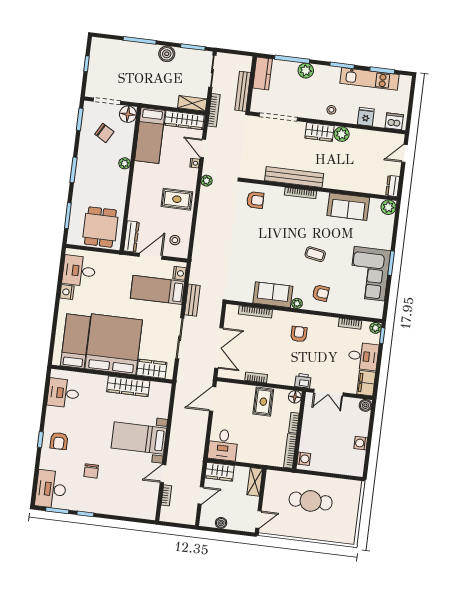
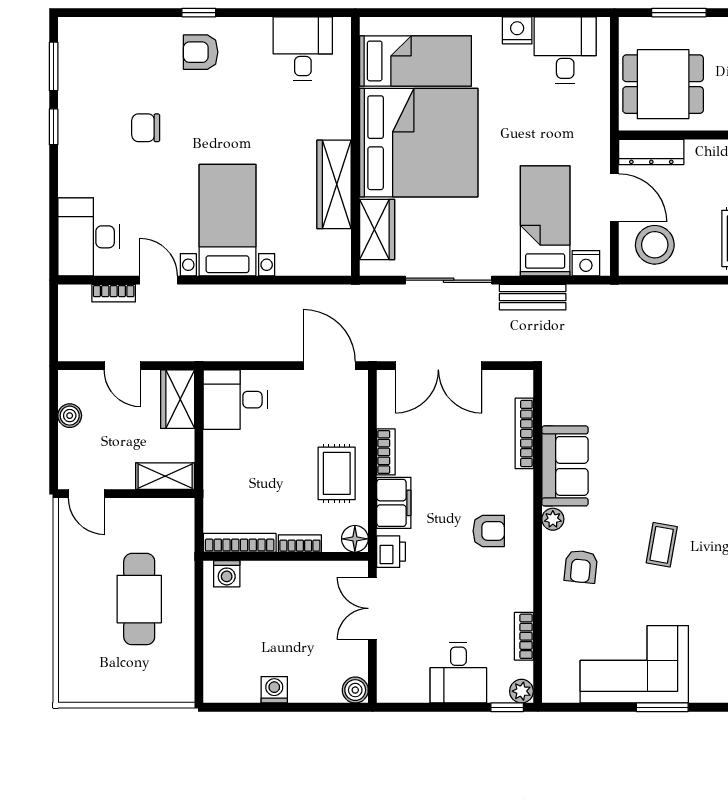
stool: (175, 240) -> (655, 245), width x1.89, depth x1.89
filing cabinet: (366, 383) -> (394, 503), moved, turned 90
rug: (263, 402) -> (337, 473), turned 90
desk: (51, 489) -> (89, 237), moved, turned -90

